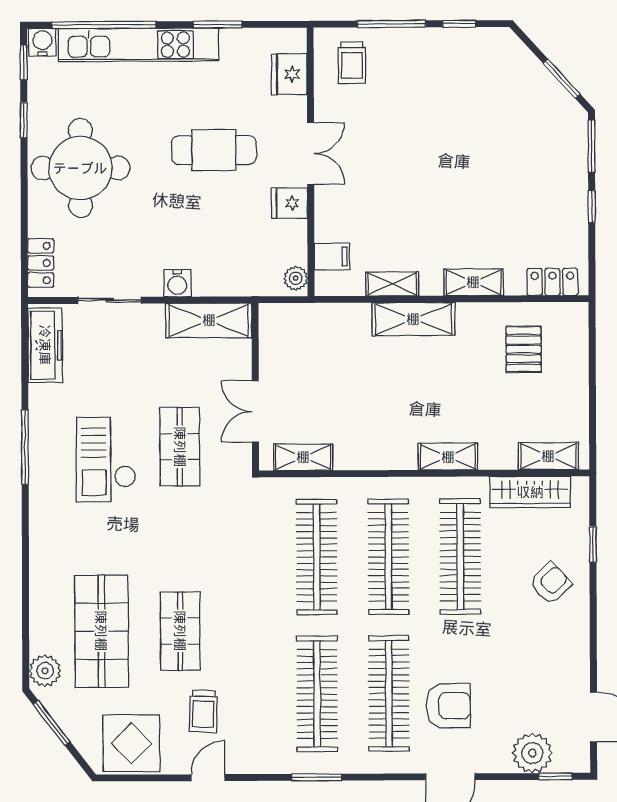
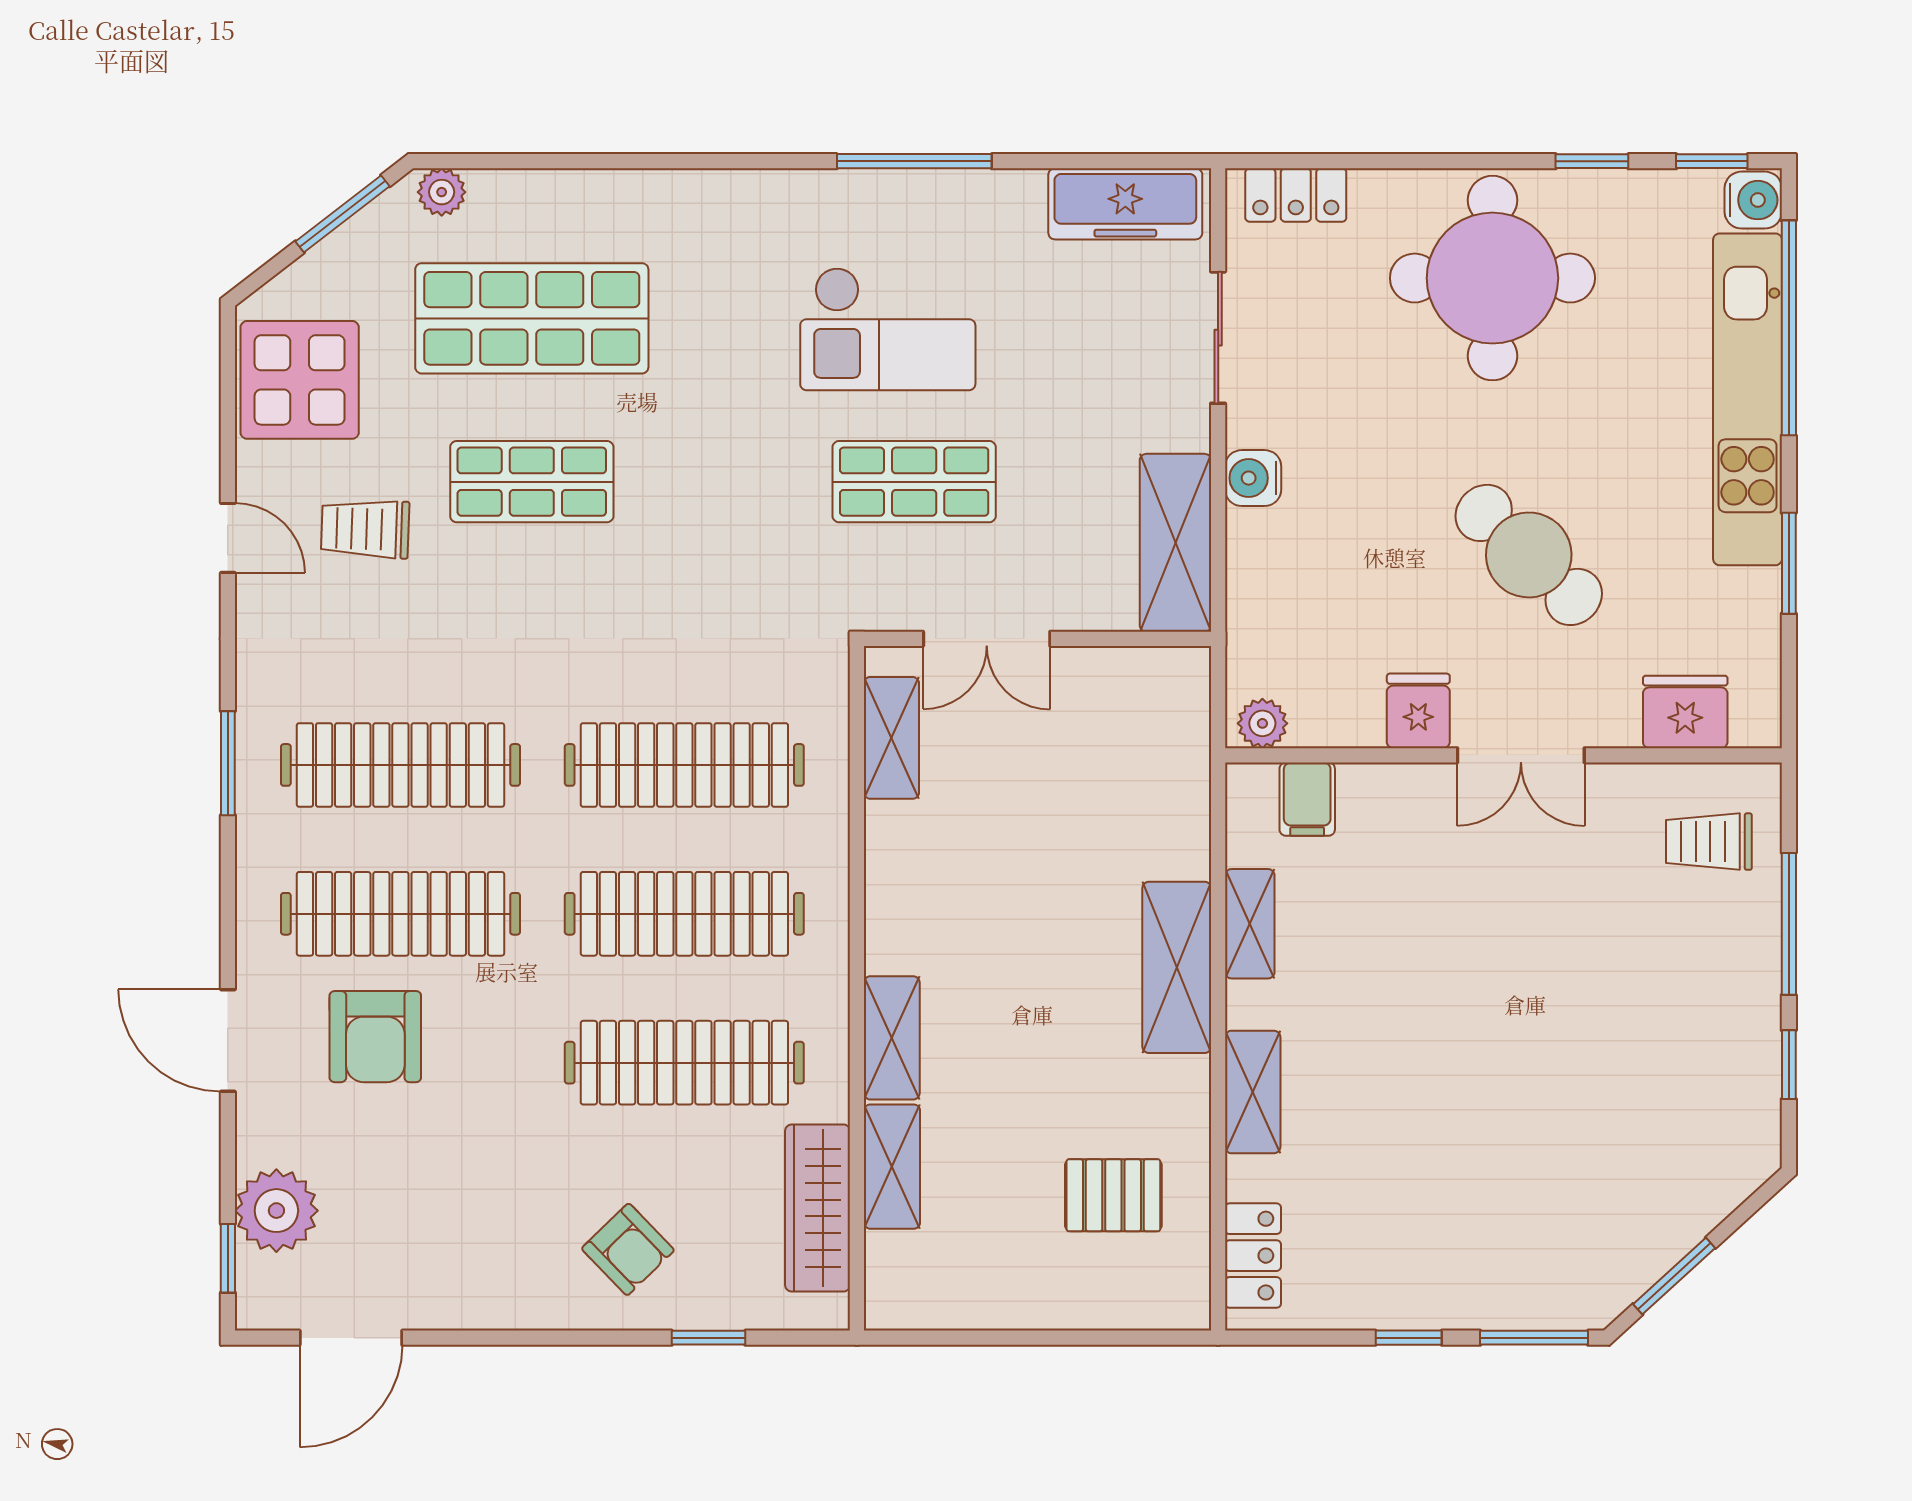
cafe table: (214, 150) -> (1529, 555), turned -47
double door: (255, 411) -> (987, 639), swing flipped
shelving: (548, 456) -> (892, 1167), moved
checkout: (106, 460) -> (888, 329), turned 180
plant: (45, 671) -> (442, 192), width x0.73, depth x0.73

